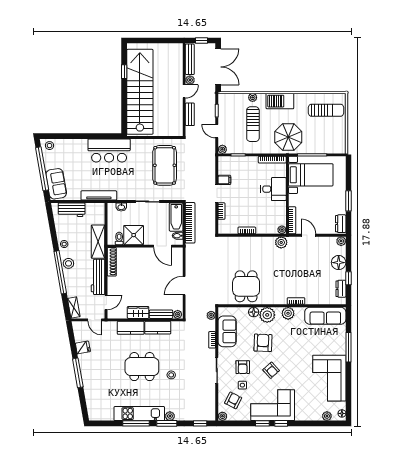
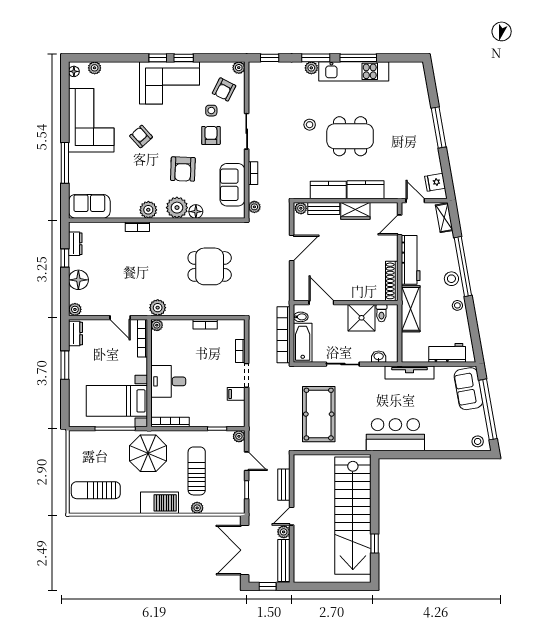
dining table: (246, 286) -> (210, 266), moved, turned 90
sofa: (325, 316) -> (89, 206), width x0.73
fridge: (83, 347) -> (435, 182), moved
armchair: (271, 370) -> (141, 136), moved

